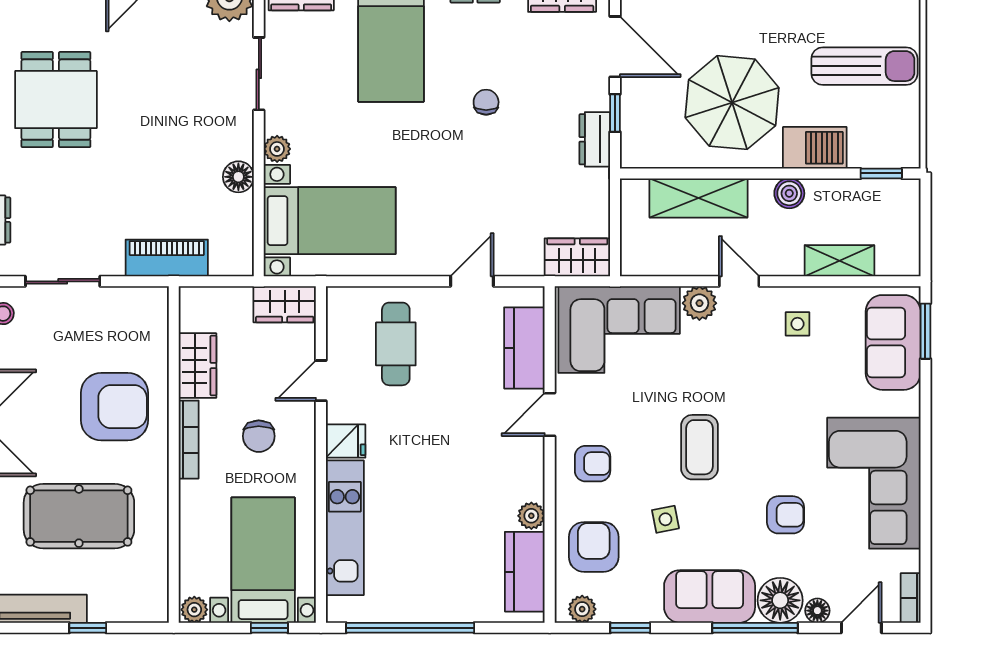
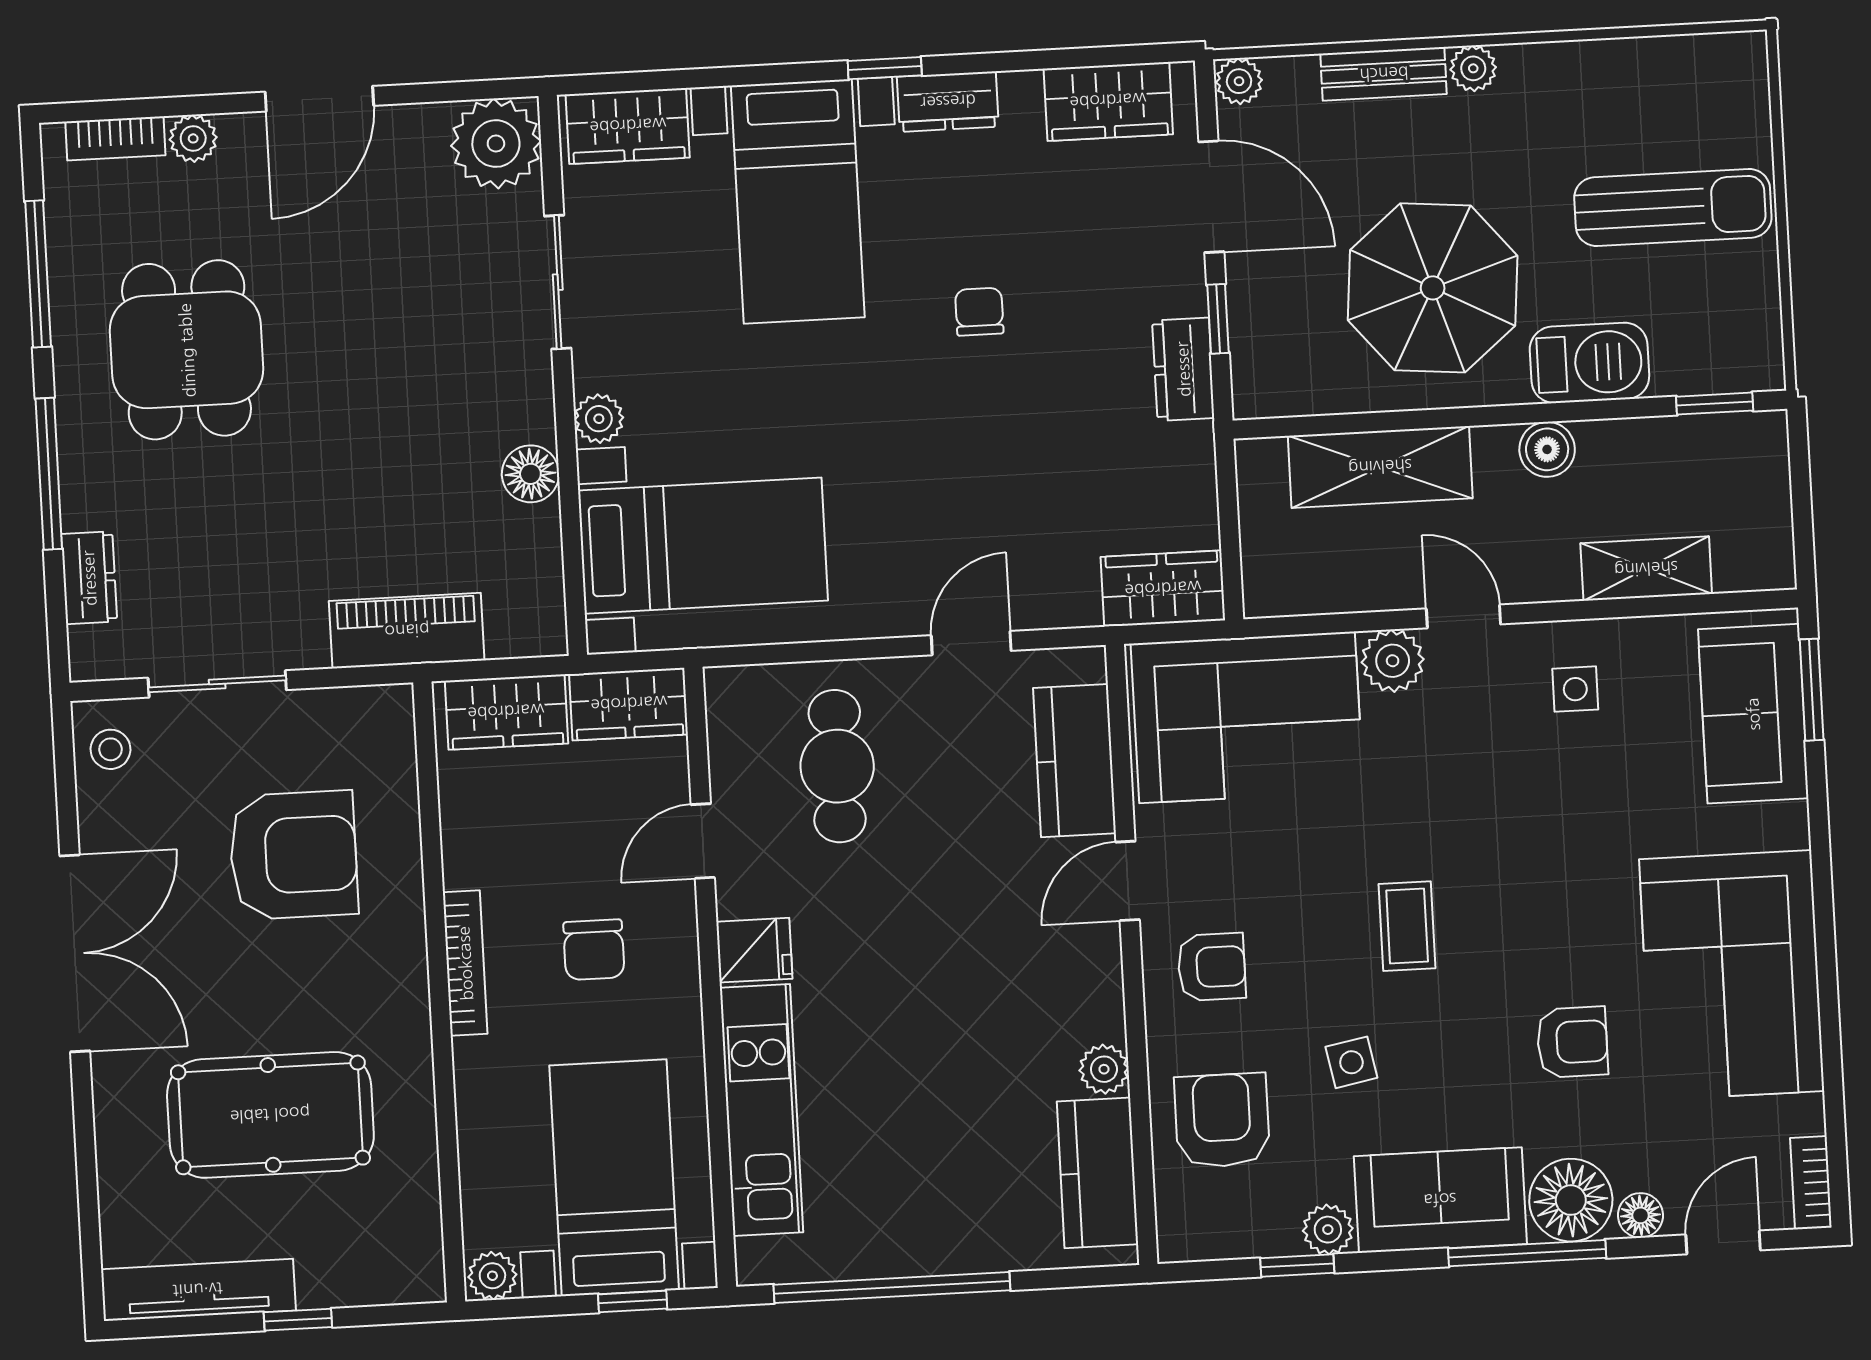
wardrobe: (198, 366) -> (506, 712), moved, turned 90
armchair: (114, 407) -> (293, 855), moved
coffee table: (700, 447) -> (1407, 926), width x0.73, depth x0.77
plant: (582, 609) -> (1328, 1230), moved

